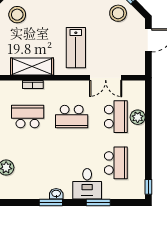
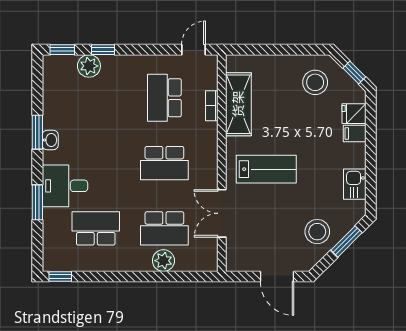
lab bench: (76, 48) -> (266, 169), turned 180
school desk: (28, 117) -> (164, 98), turned 180
school desk: (72, 117) -> (164, 163), turned -90
school desk: (116, 163) -> (96, 228), turned 180

